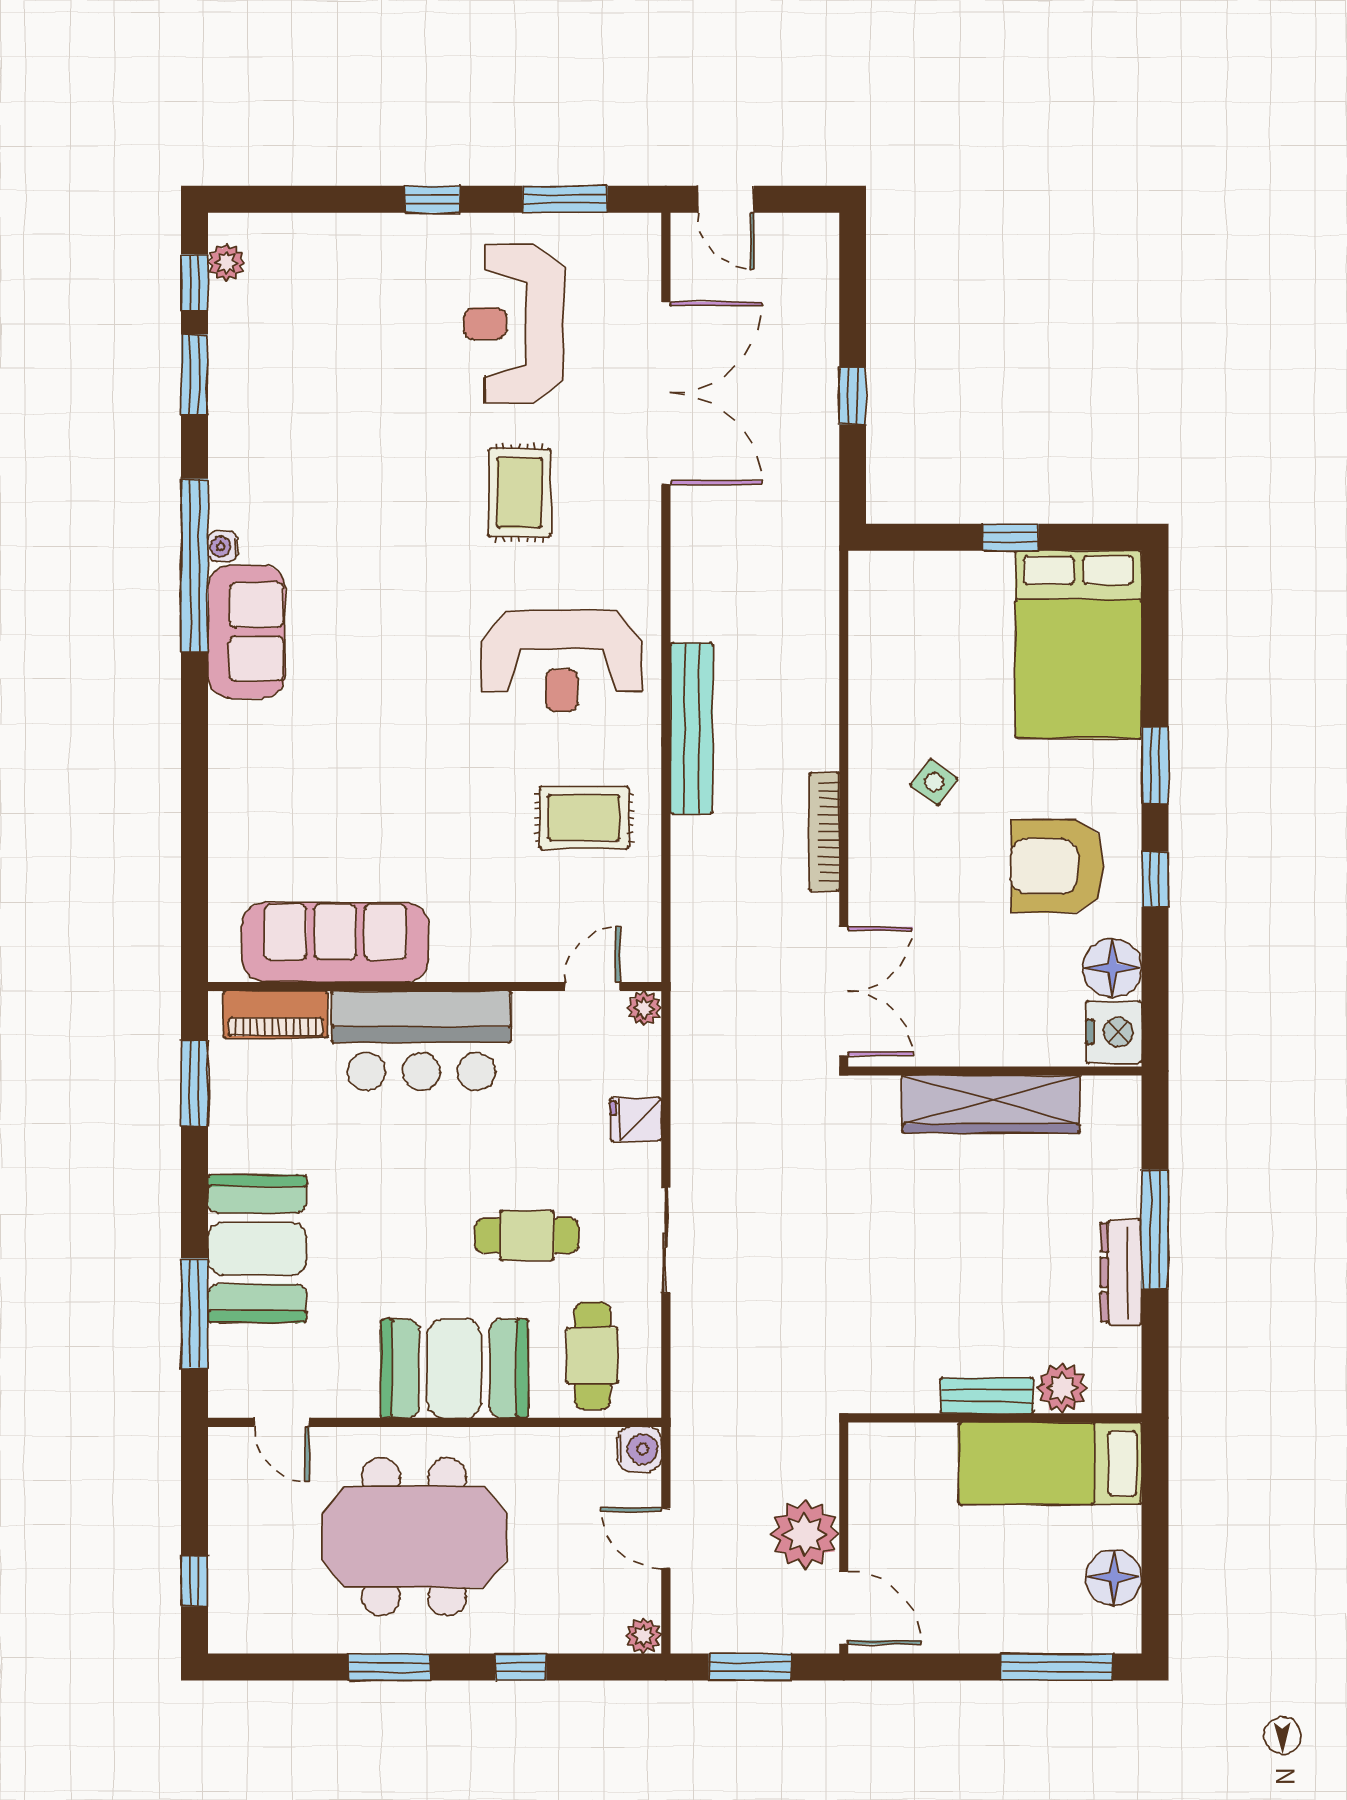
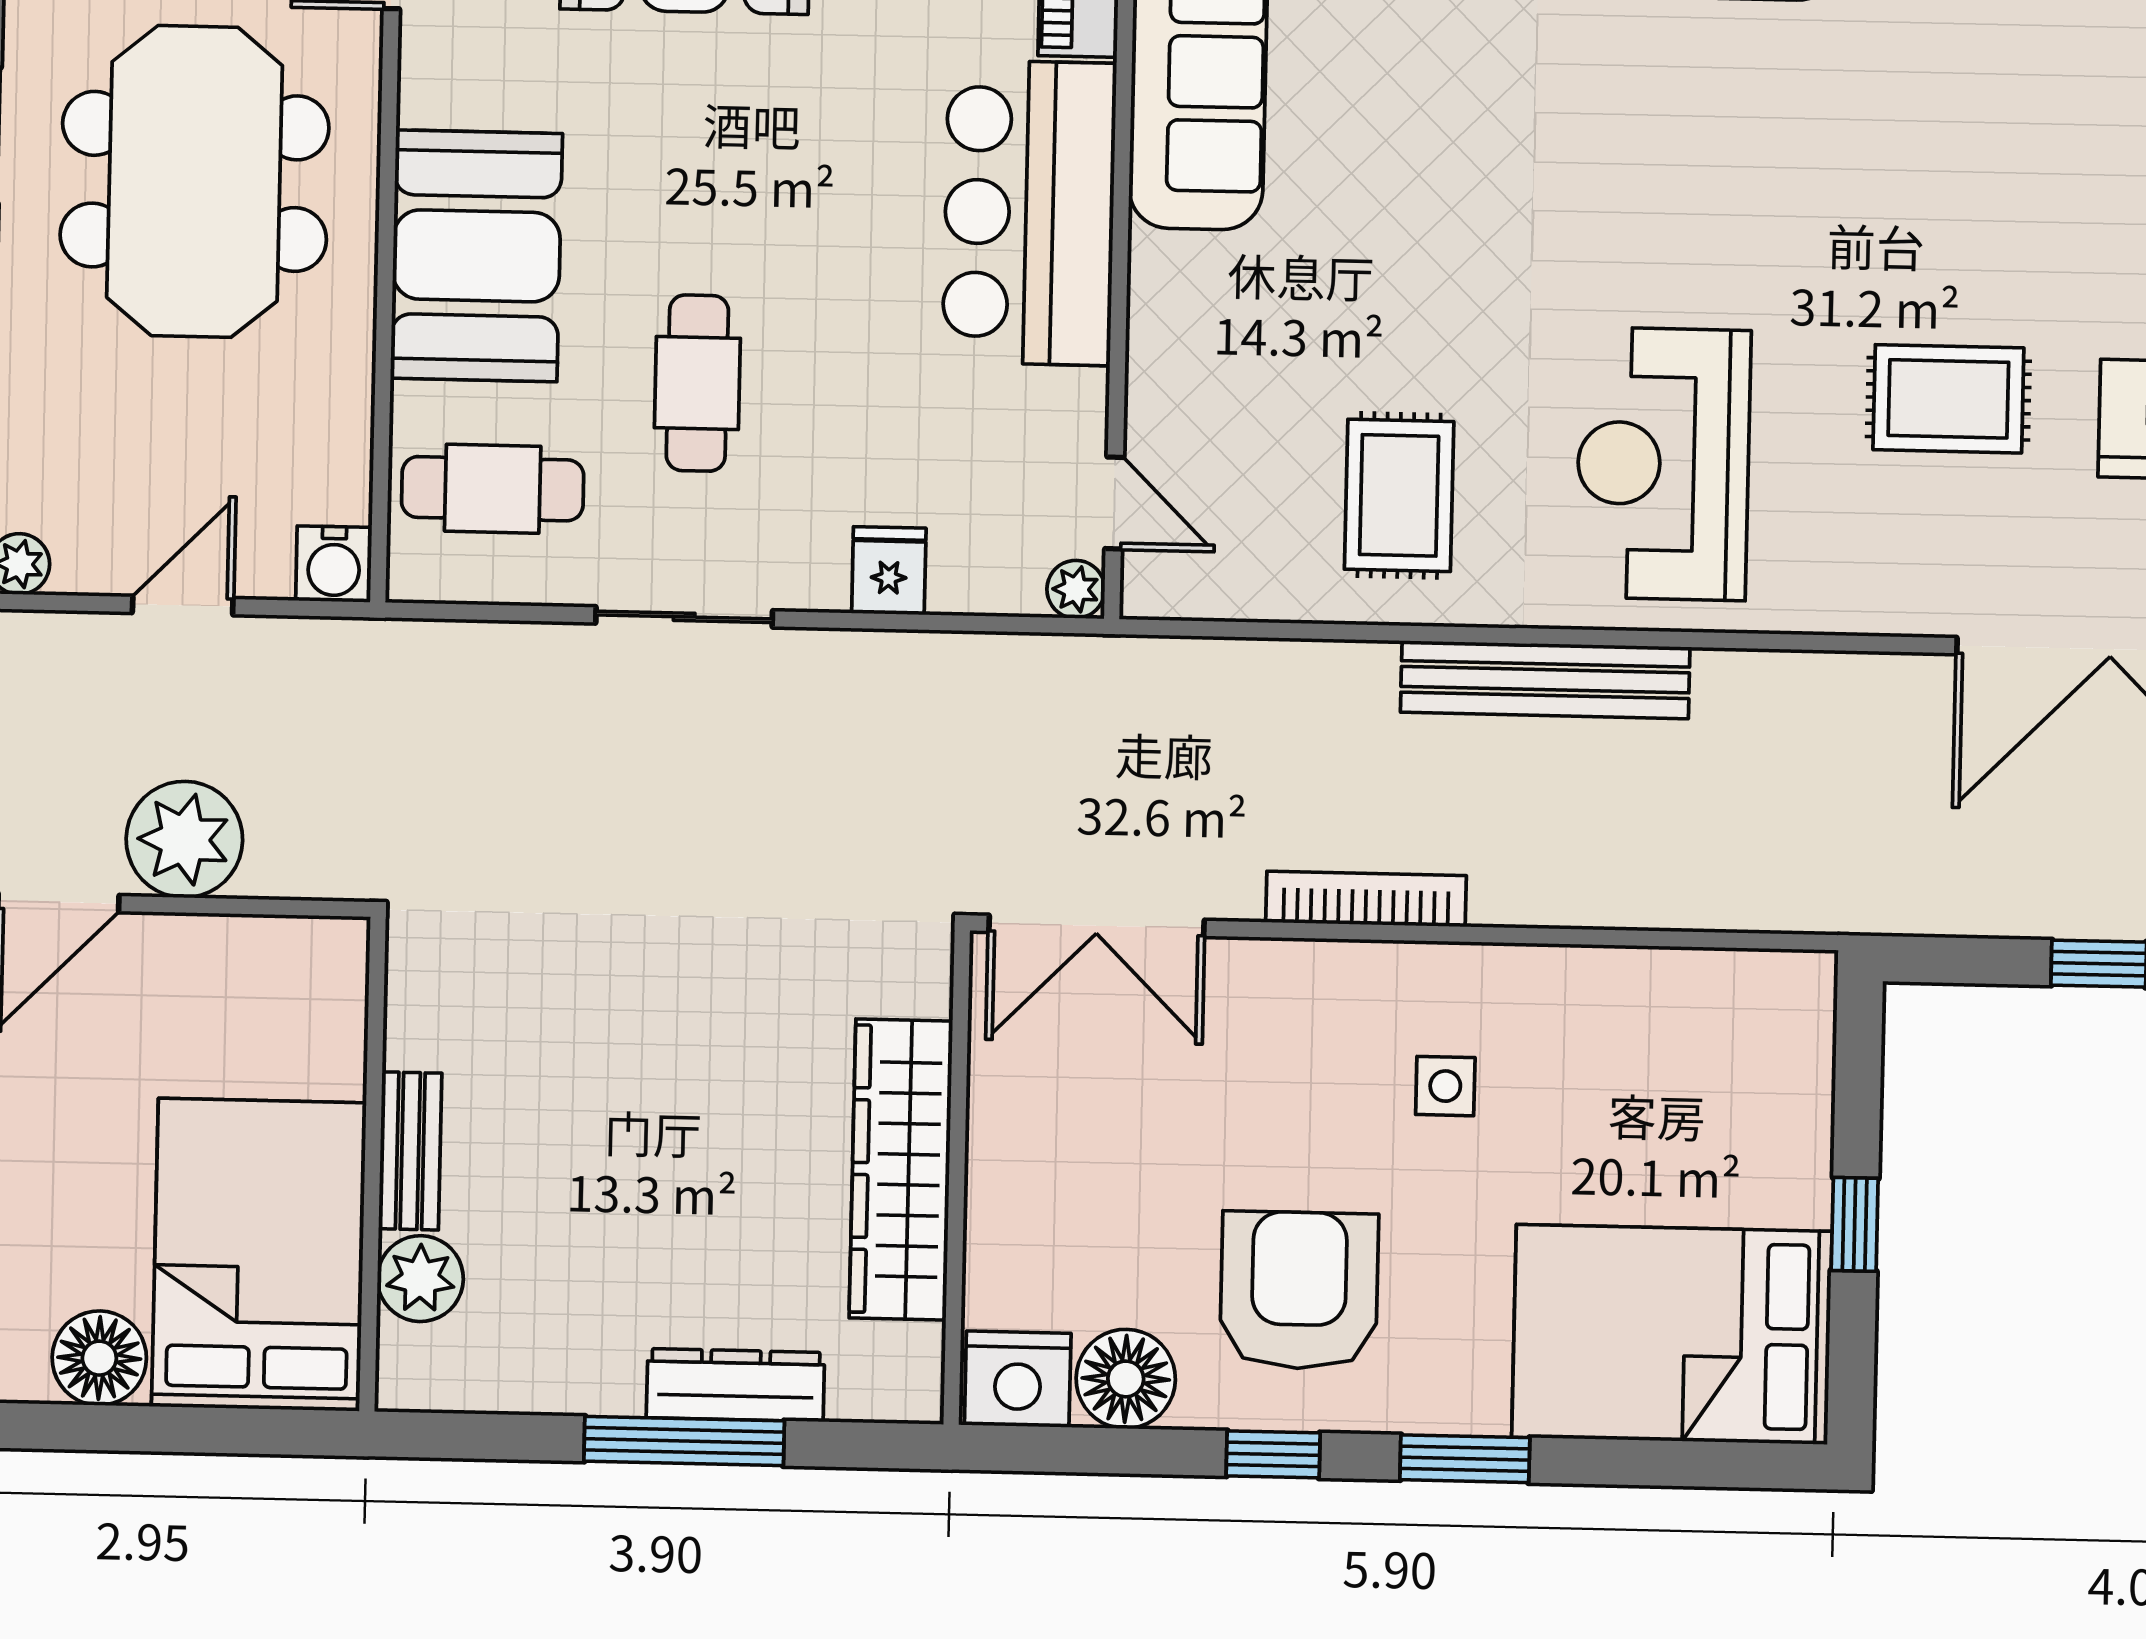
side table: (934, 782) -> (1445, 1086), turned -36
dresser: (1121, 1272) -> (735, 1385), moved
bed: (1050, 1464) -> (259, 1255), width x1.50

